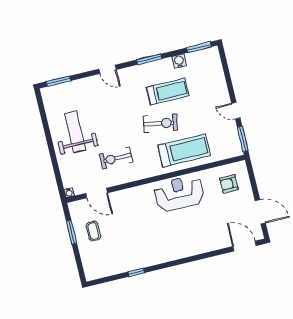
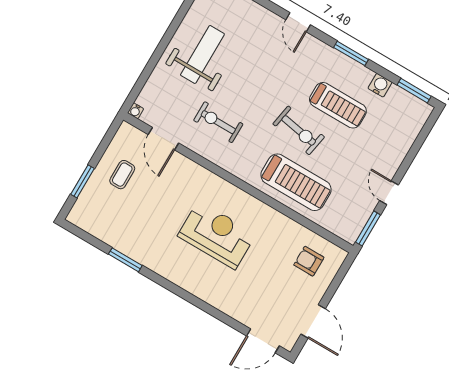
reception desk: (179, 193) -> (217, 235), moved
window: (72, 232) -> (82, 181), moved
door: (245, 246) -> (263, 341), swing flipped
window: (136, 272) -> (125, 260), width x1.50

